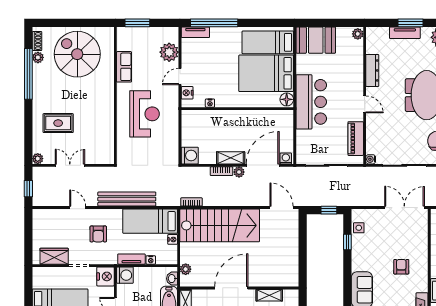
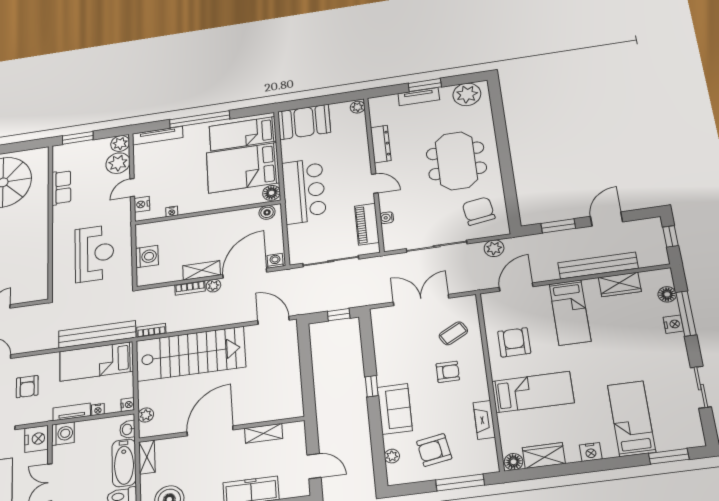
window: (214, 23) -> (200, 119), moved
tv unit: (195, 32) -> (158, 136), width x1.41
plant: (171, 34) -> (120, 143), added
reception desk: (145, 114) -> (94, 253), moved
boiler: (282, 116) -> (267, 212), added
washing machine: (190, 156) -> (147, 257), moved
water cooler: (371, 159) -> (387, 218), moved
bench: (127, 199) -> (97, 334), moved
double door: (404, 208) -> (421, 300), moved
side table: (359, 228) -> (382, 331), removed
coffee table: (408, 237) -> (453, 333), added
nightstand: (173, 239) -> (128, 405), moved
window: (347, 242) -> (372, 386), moved
armchair: (401, 267) -> (448, 372), turned 90

